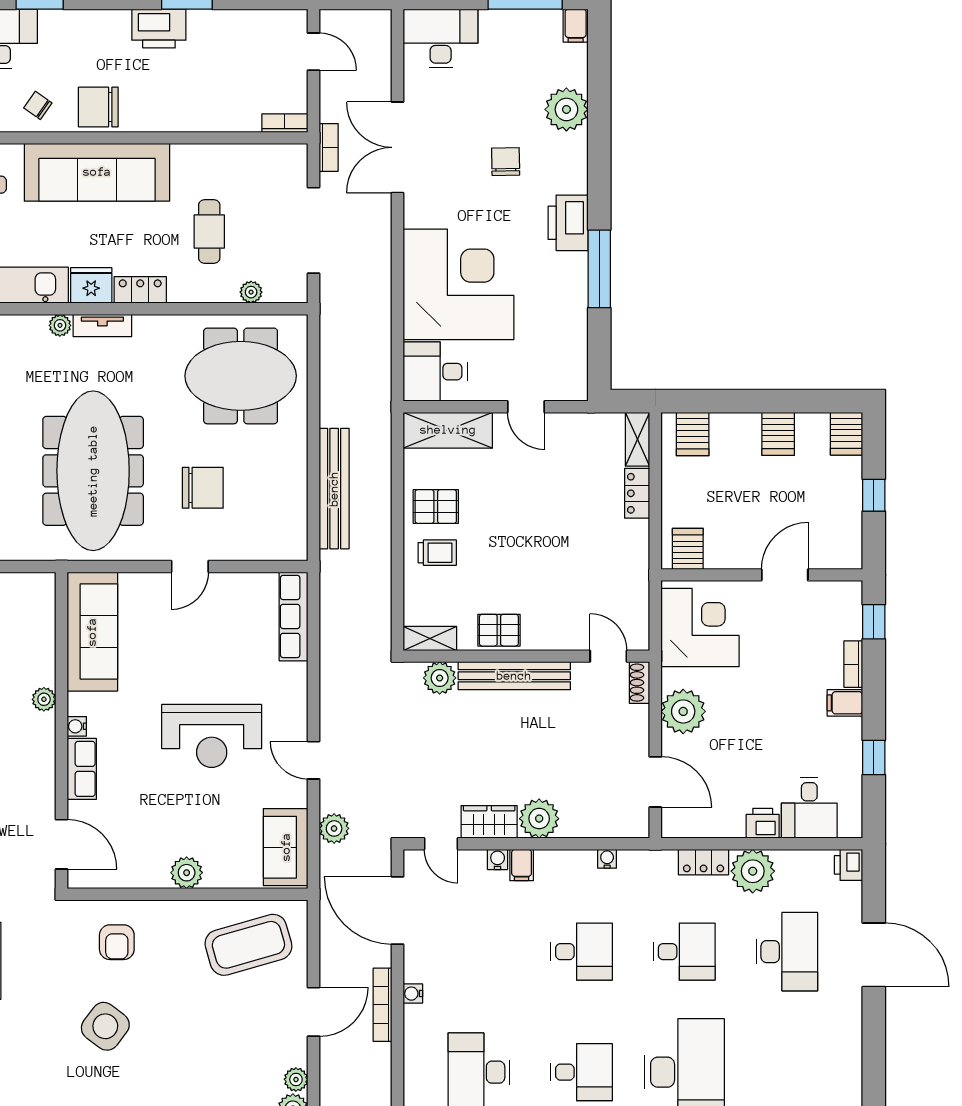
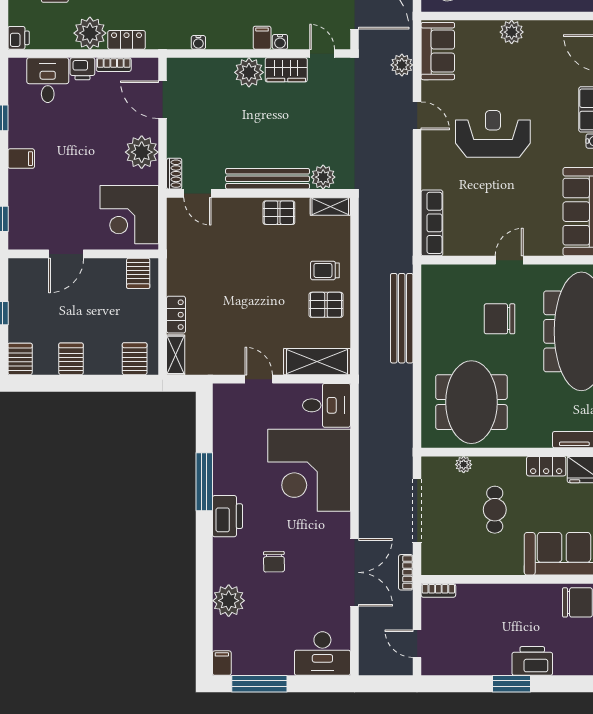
meeting table: (241, 376) -> (471, 402), turned 90
bookcase: (853, 664) -> (114, 65), moved, turned 90

